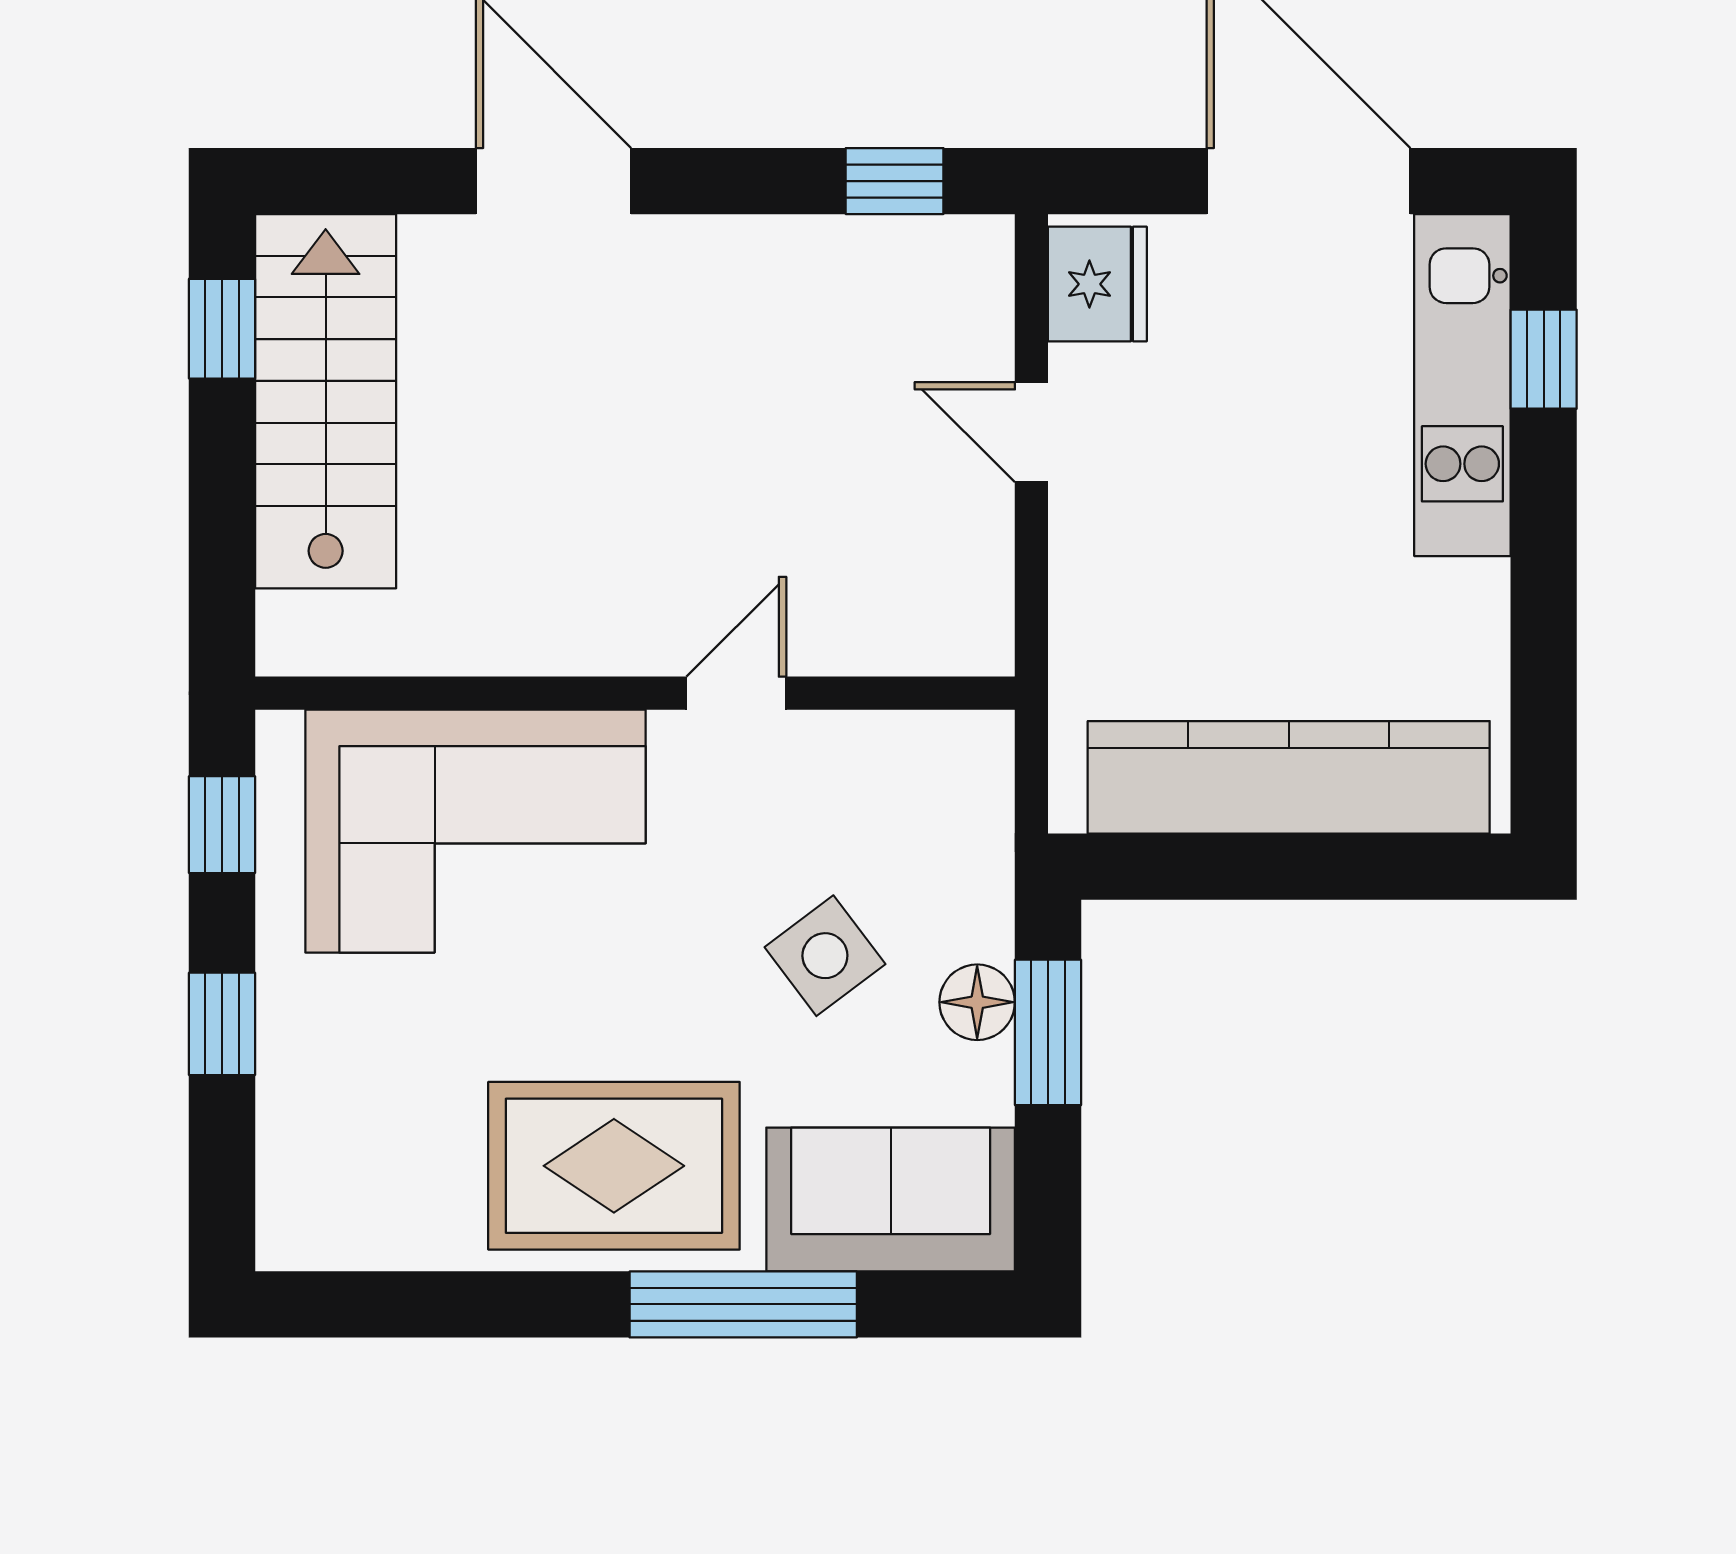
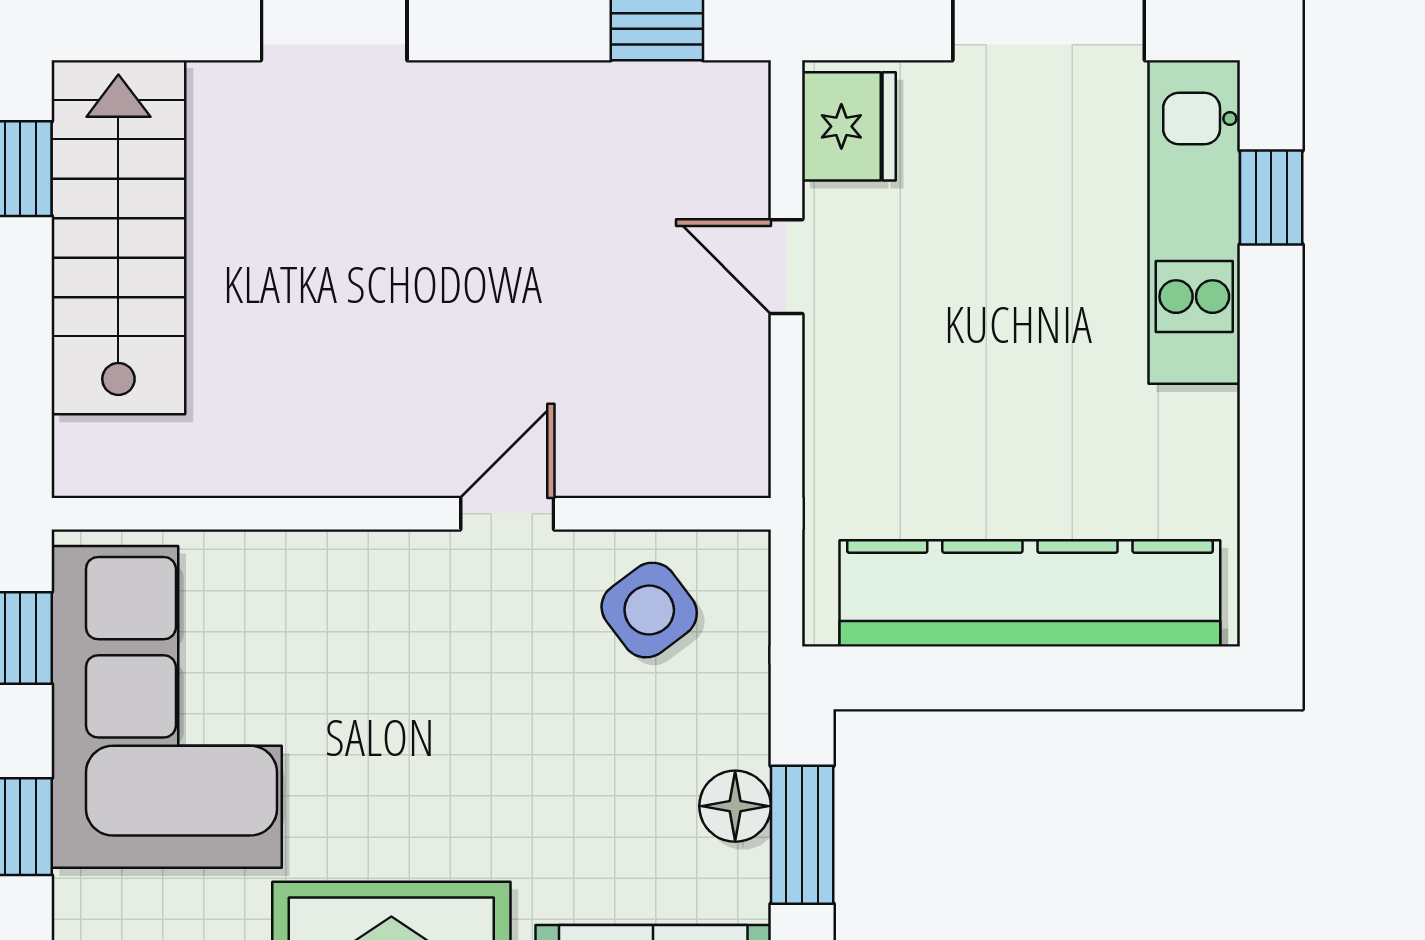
corner sofa: (475, 831) -> (167, 707), moved, turned -90
side table: (825, 956) -> (649, 610), moved

